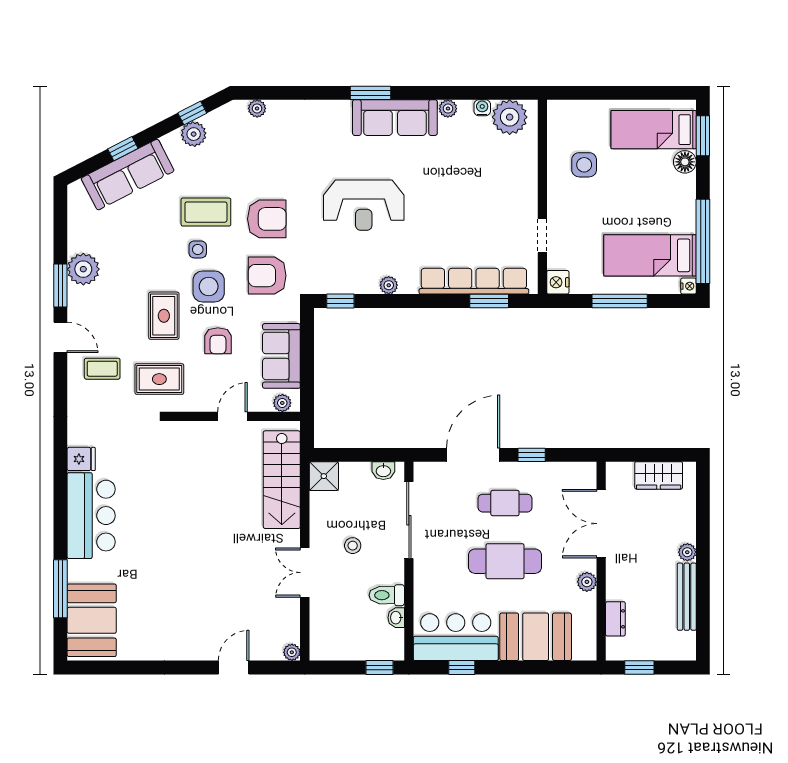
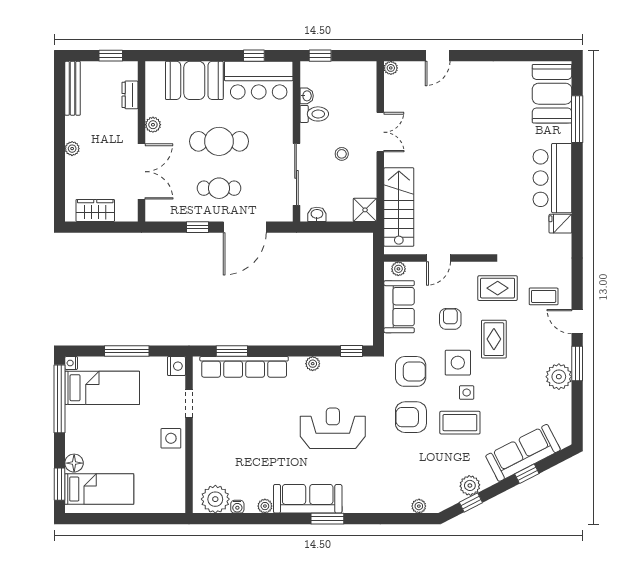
side table: (584, 165) -> (171, 438), moved
bench: (687, 597) -> (73, 88), moved

